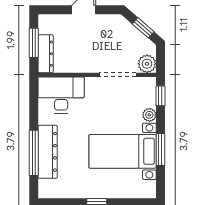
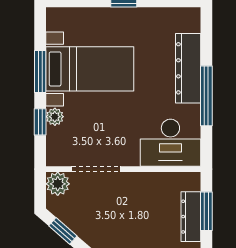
dresser: (46, 54) -> (191, 217), moved
window: (160, 96) -> (40, 122), moved
window: (34, 153) -> (206, 96), moved

